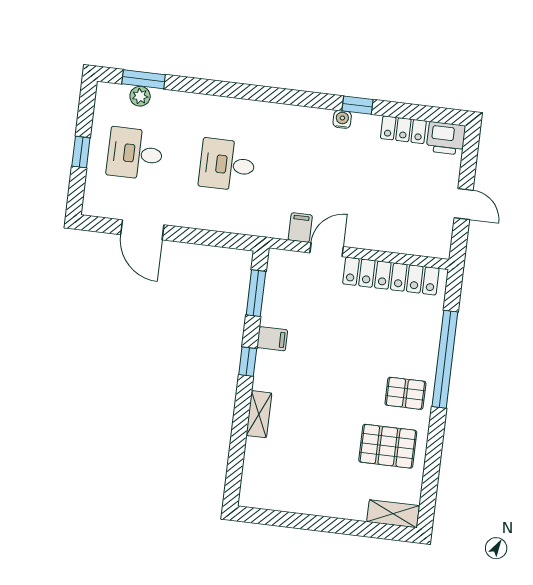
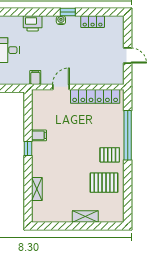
printer: (446, 138) -> (33, 23), moved
filing cabinet: (300, 228) -> (35, 77), moved
window: (256, 293) -> (28, 113), removed
shelving: (259, 414) -> (37, 189), moved
shelving: (393, 514) -> (85, 216), moved

